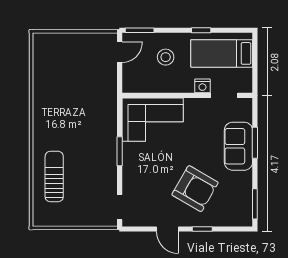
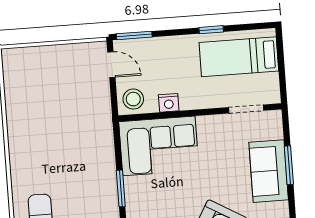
door: (120, 52) -> (111, 65), hinge flipped
stool: (166, 57) -> (133, 99), moved
nightstand: (202, 86) -> (169, 103), moved

